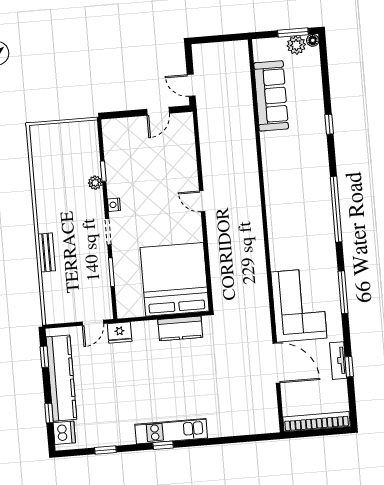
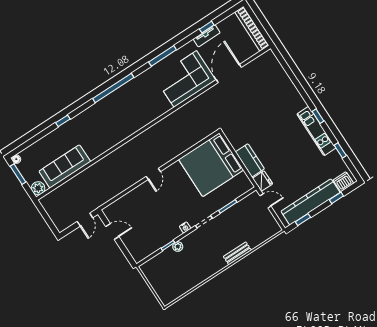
plant: (296, 45) -> (38, 188), moved
kitchen counter: (180, 328) -> (250, 160), moved
kitchen unit: (171, 431) -> (316, 131), moved

